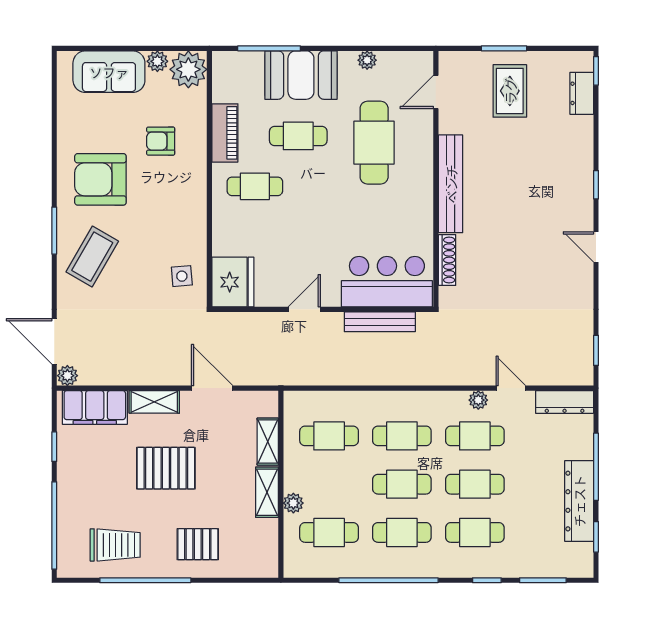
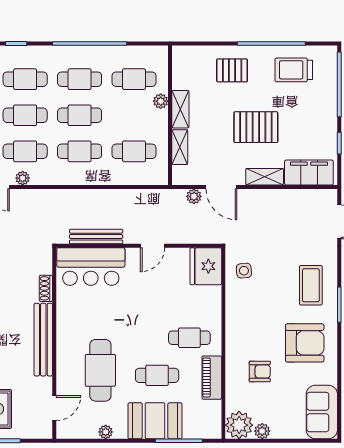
sofa: (109, 72) -> (322, 412), moved, turned -90
coffee table: (92, 257) -> (311, 285), turned -30
shoe rack: (447, 260) -> (46, 288), width x0.70
plant: (67, 376) -> (194, 196), moved

